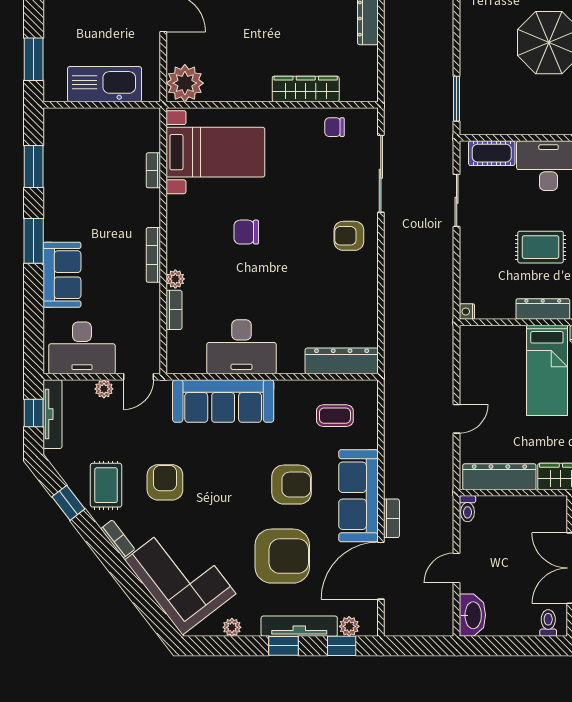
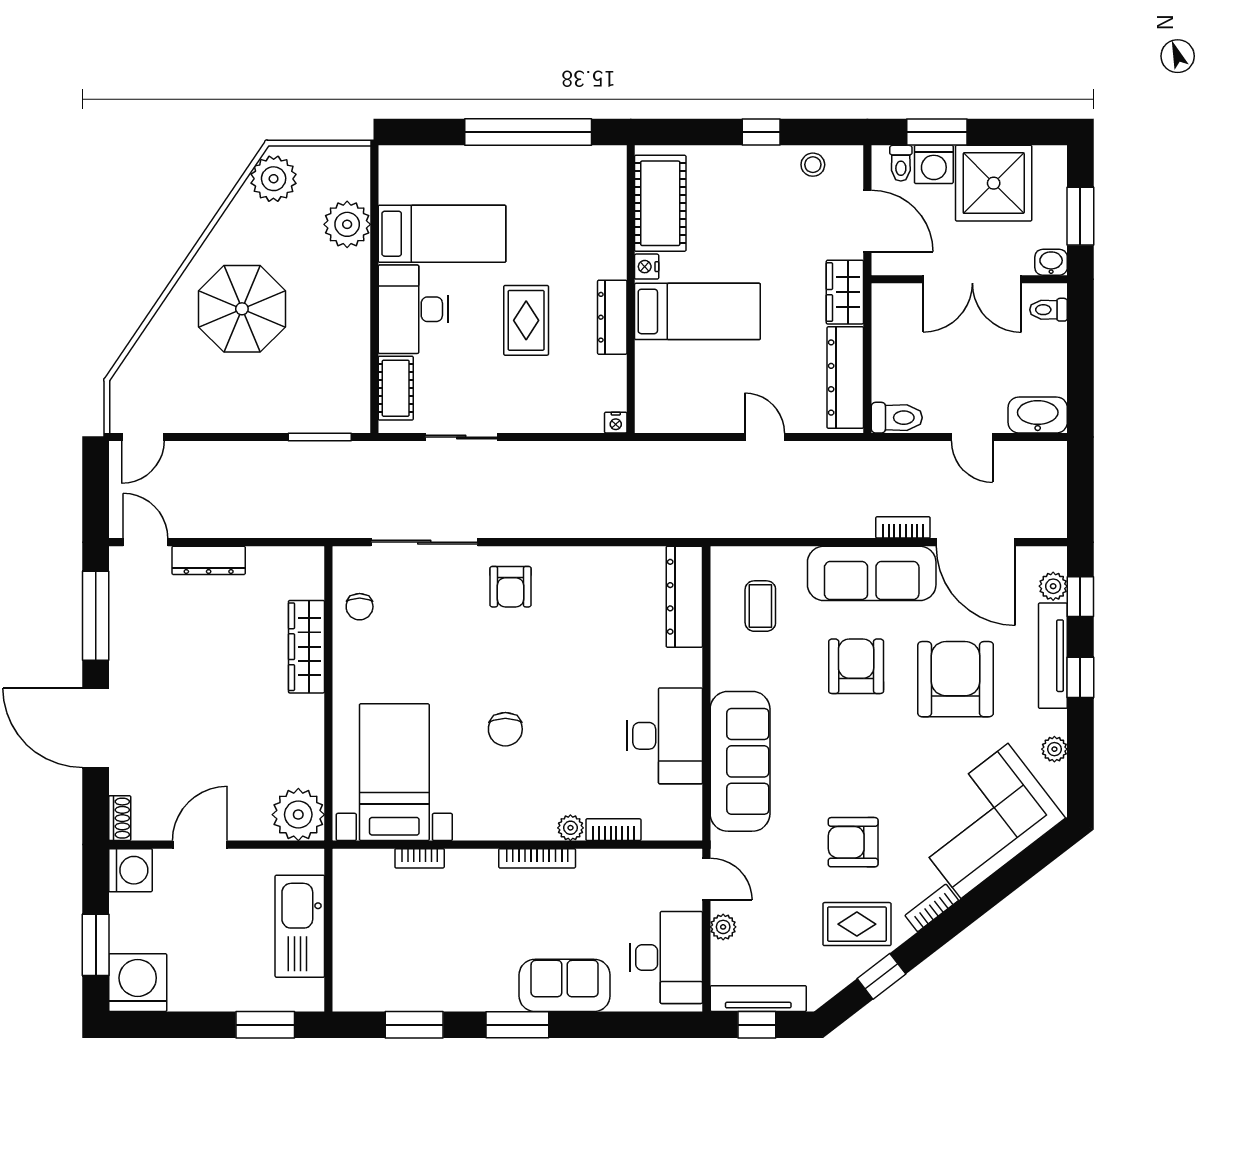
toilet: (468, 509) -> (897, 418), width x1.37, depth x1.39

